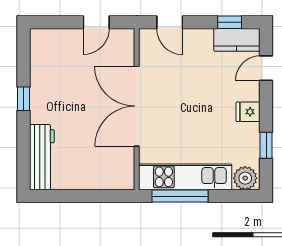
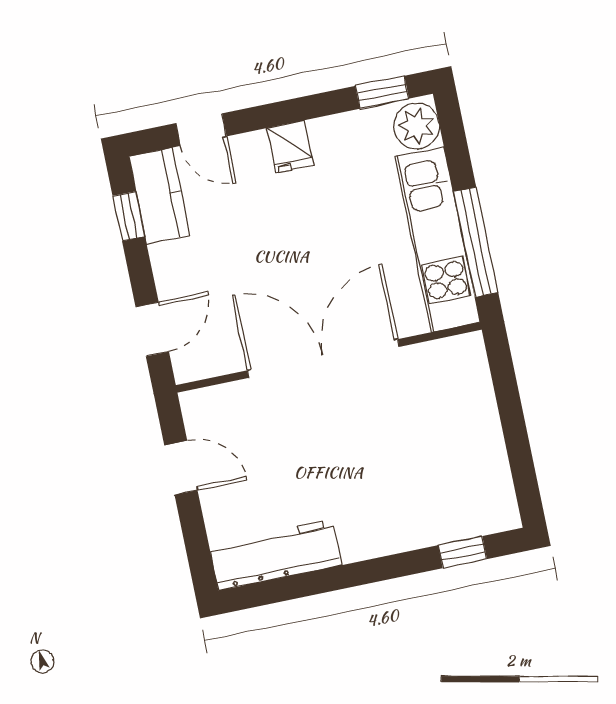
window: (24, 99) -> (463, 552), moved
double door: (137, 106) -> (323, 359), swing flipped
window: (266, 145) -> (382, 92), moved
workbench: (42, 157) -> (275, 555), moved

